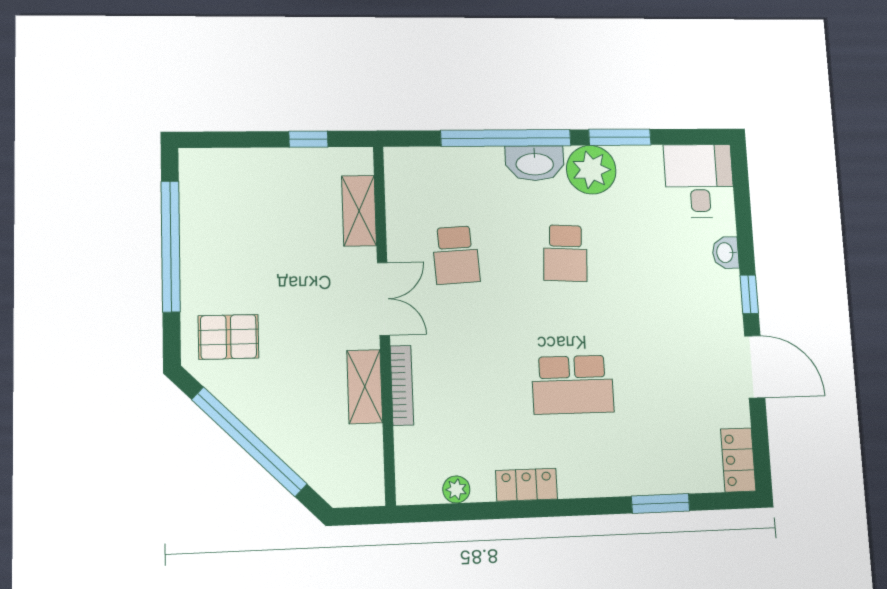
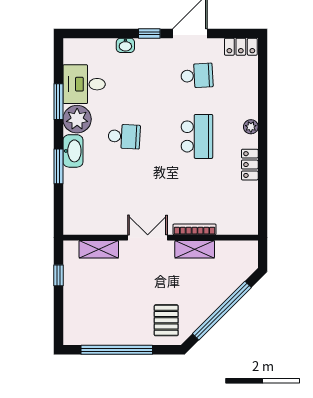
window: (506, 138) -> (58, 166), width x0.47
desk: (699, 181) -> (84, 84), moved
school desk: (456, 255) -> (197, 76), moved
plant: (456, 489) -> (251, 127), moved
window: (661, 503) -> (263, 92), removed

